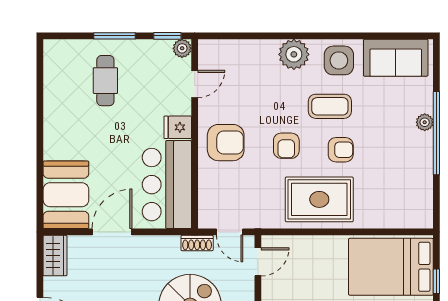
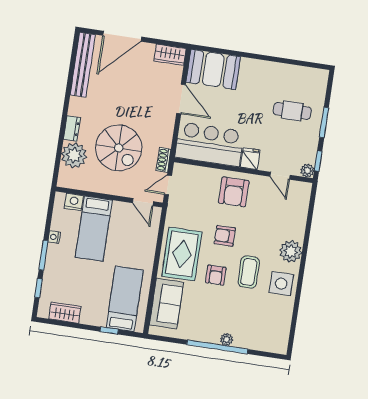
sofa: (396, 58) -> (166, 304), moved, turned 180
bed: (391, 267) -> (125, 299), width x0.67

